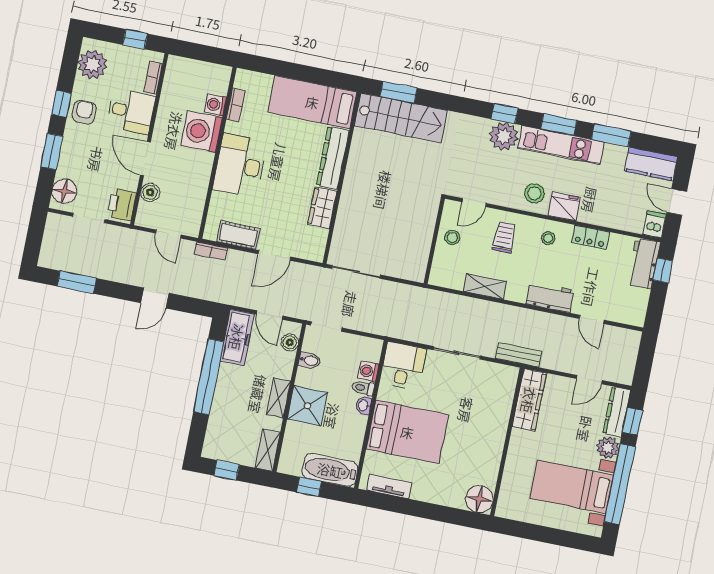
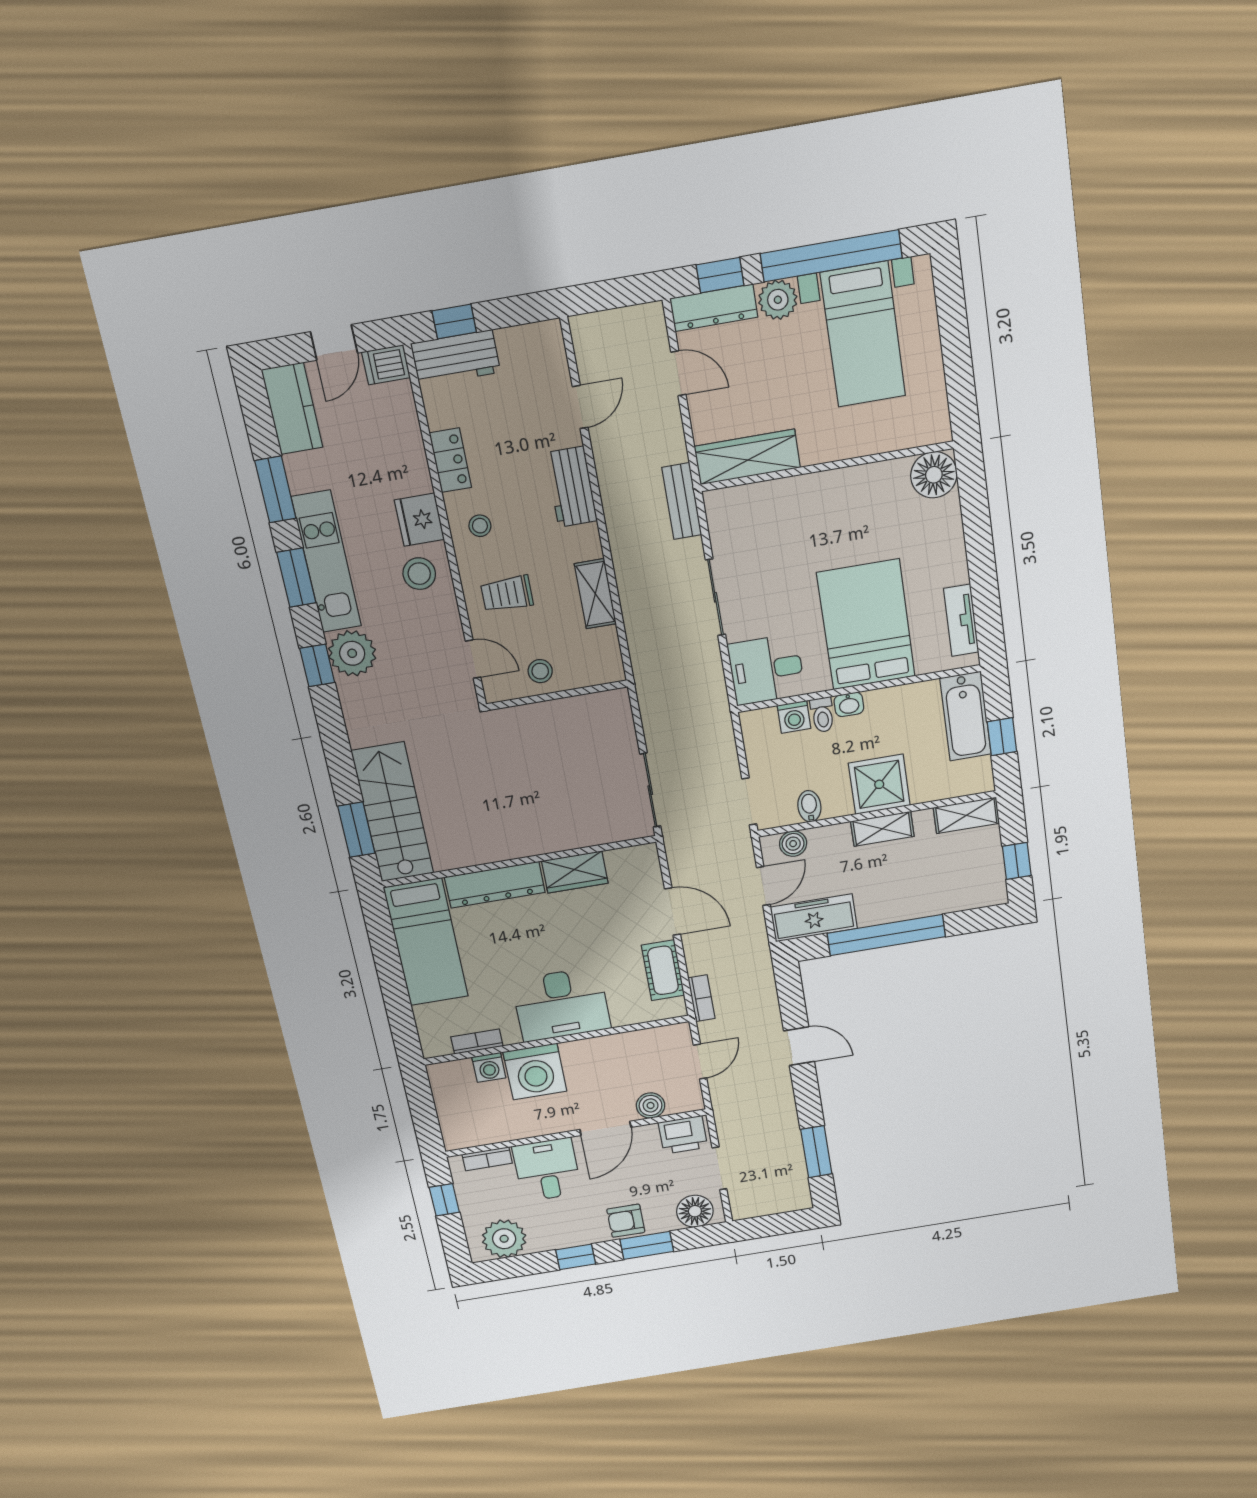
armchair: (84, 112) -> (626, 1221), moved

